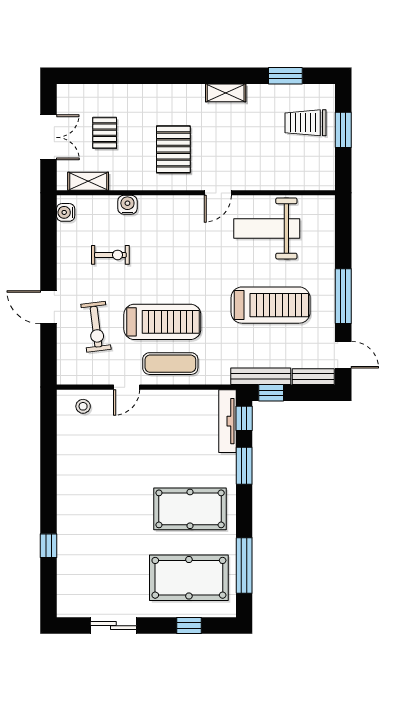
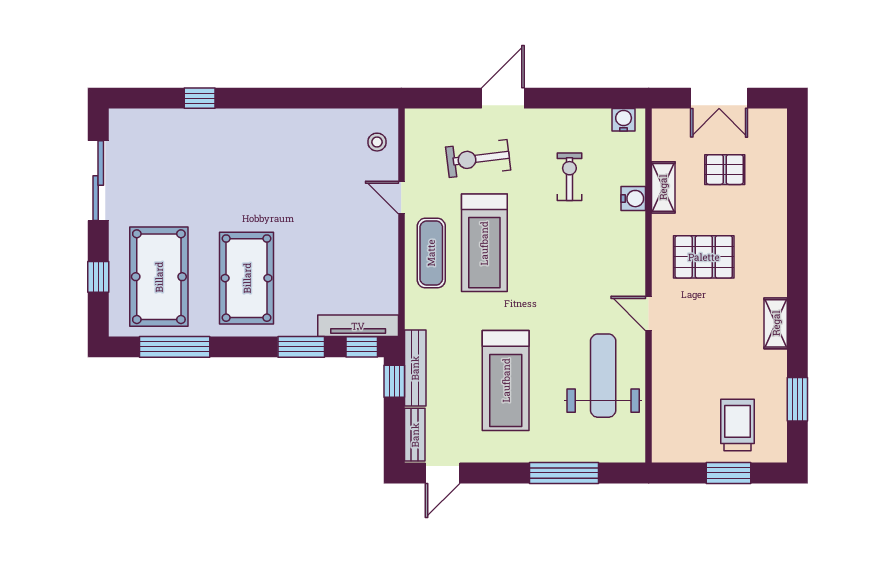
shelving: (88, 181) -> (663, 187), moved
exercise bike: (110, 255) -> (569, 177), turned 180
window: (343, 296) -> (564, 473), moved
sliding door: (113, 626) -> (98, 181), width x1.37

